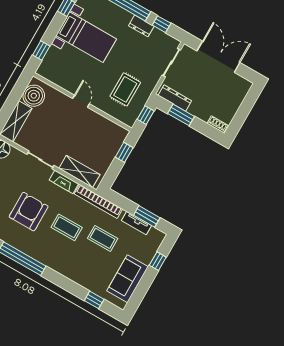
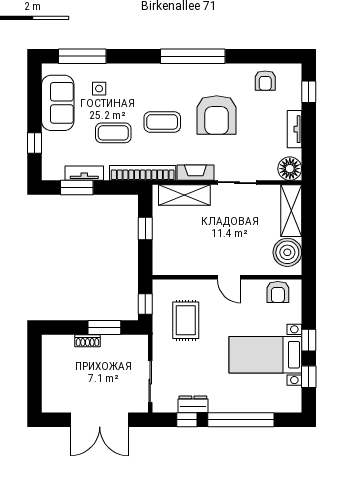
dresser: (141, 26) -> (193, 404), moved
window: (41, 50) -> (309, 340), moved
armchair: (55, 73) -> (278, 292), added
dresser: (175, 98) -> (123, 343), removed
shoe rack: (217, 124) -> (87, 341), moved
window: (124, 152) -> (145, 229), moved
side table: (95, 273) -> (99, 89), added
window: (94, 300) -> (82, 56), width x2.17

